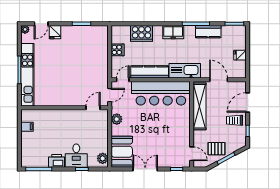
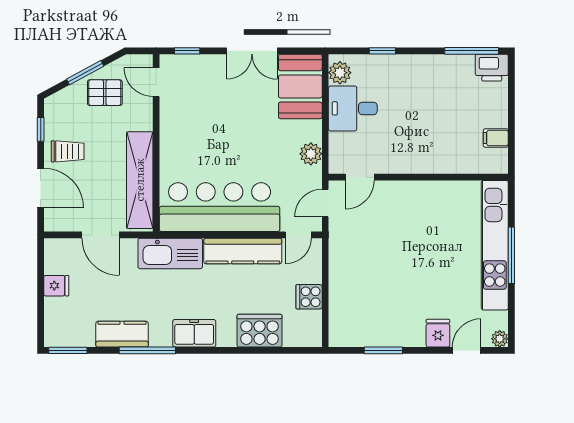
door: (248, 102) -> (41, 188), hinge flipped
desk: (76, 156) -> (353, 108), moved, turned -90
printer: (57, 161) -> (492, 68), moved

